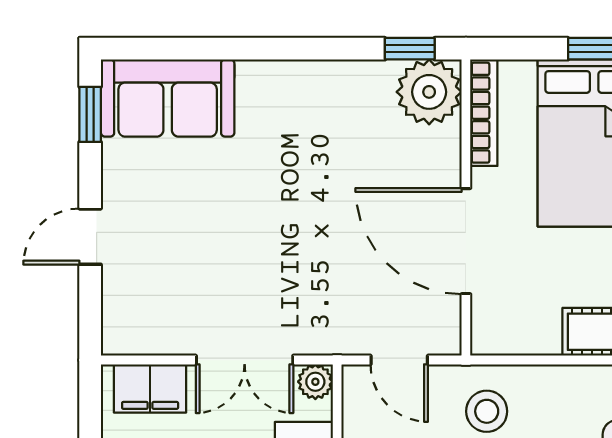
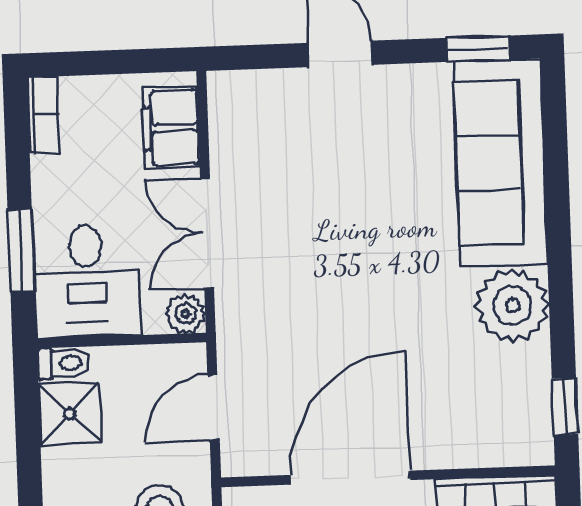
plant: (429, 92) -> (512, 305), moved
sofa: (168, 98) -> (500, 163), width x1.36

